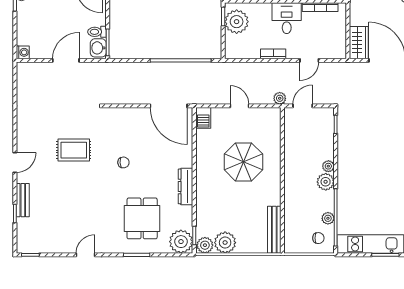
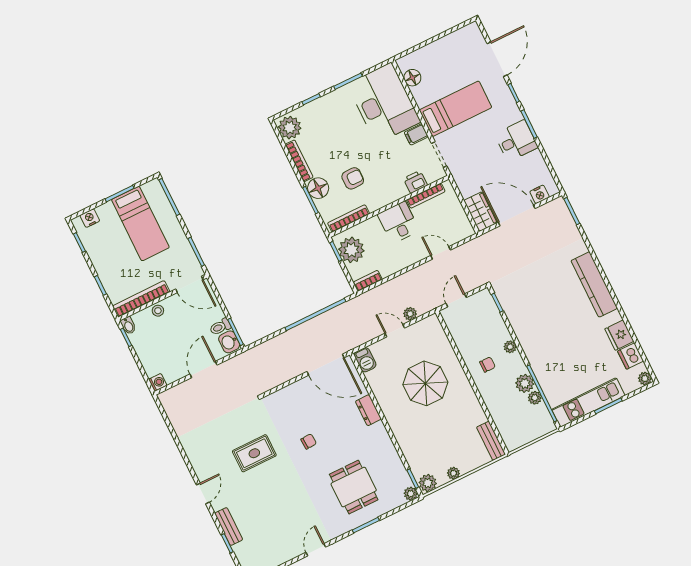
bookcase: (273, 54) -> (368, 281), moved
door: (309, 60) -> (441, 253), swing flipped
plant: (280, 98) -> (410, 314), moved
plant: (326, 182) -> (525, 383), moved
dresser: (186, 186) -> (368, 410), moved, width x0.70
bench: (274, 230) -> (491, 441), width x0.73
chair: (318, 238) -> (487, 365), moved
plant: (181, 242) -> (411, 494), width x0.53, depth x0.53
plant: (225, 243) -> (453, 473), width x0.53, depth x0.53

